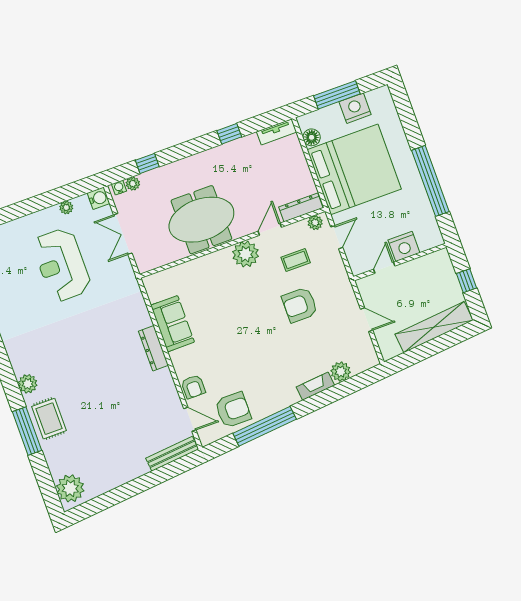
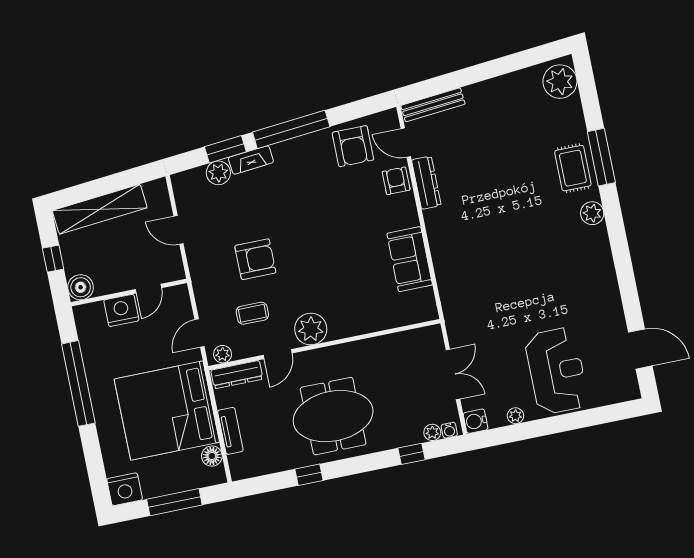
nightstand: (355, 108) -> (125, 489), moved
tv unit: (277, 132) -> (230, 431), moved, turned 90
meeting table: (201, 220) -> (333, 416), moved
boiler: (440, 260) -> (81, 287), added
reception desk: (62, 265) -> (557, 371), moved
dresser: (153, 348) -> (426, 183), moved
window: (338, 392) -> (225, 149), added
armchair: (233, 410) -> (353, 146), turned -90
window: (265, 426) -> (291, 129), moved

